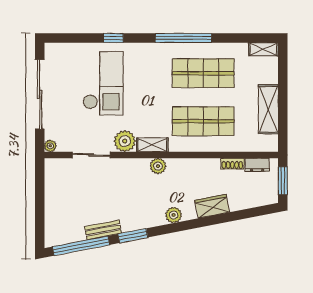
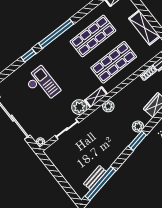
window: (183, 38) -> (56, 34), moved
checkout: (103, 83) -> (42, 85), width x0.73, depth x0.83
bench: (103, 230) -> (95, 178), moved
window: (133, 236) -> (137, 141), moved

